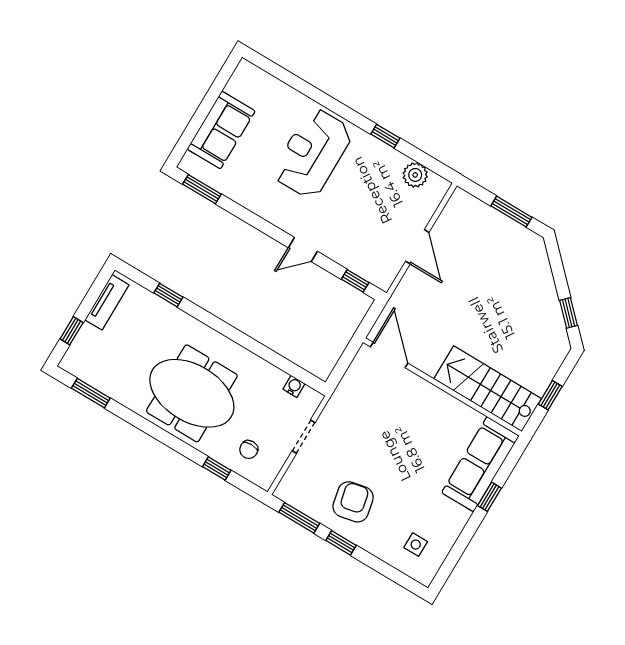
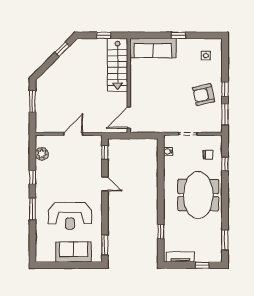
window: (333, 105) -> (32, 209), added
reception desk: (313, 153) -> (70, 216), moved
window: (489, 497) -> (178, 35), moved

